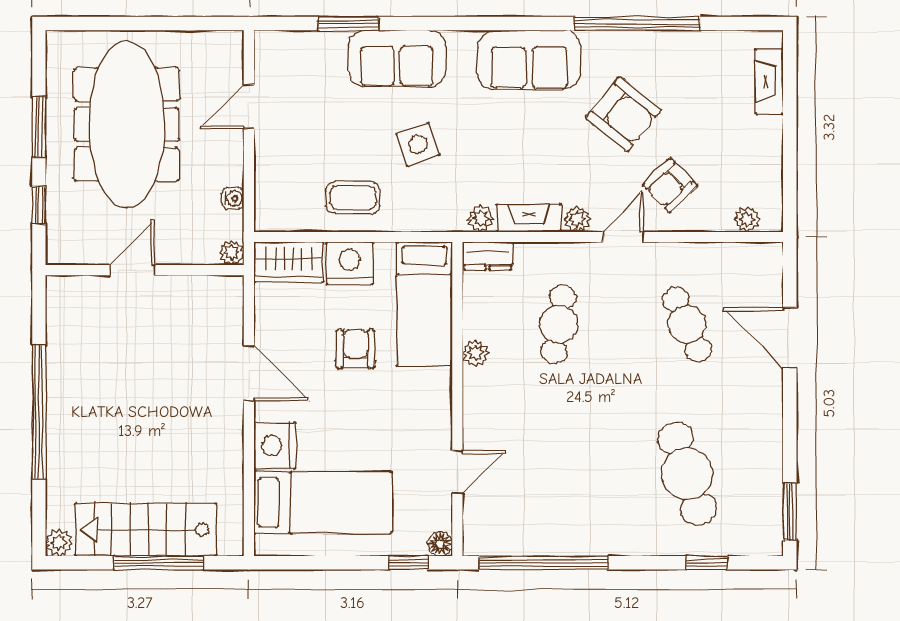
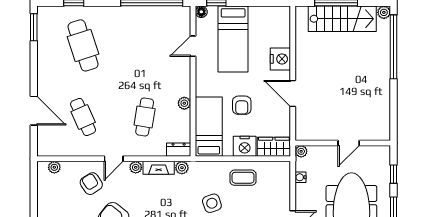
armchair: (670, 185) -> (91, 184), turned -79
window: (39, 412) -> (393, 47), moved
bed: (323, 503) -> (233, 39), moved, turned -90

